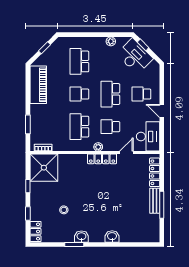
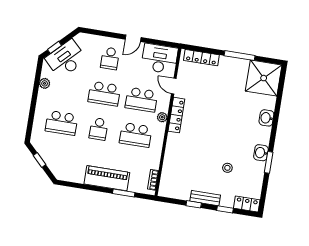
piano: (38, 85) -> (107, 178), moved
school desk: (110, 127) -> (141, 100), width x1.85
shower: (44, 168) -> (264, 78), moved
bench: (155, 201) -> (205, 198), moved

